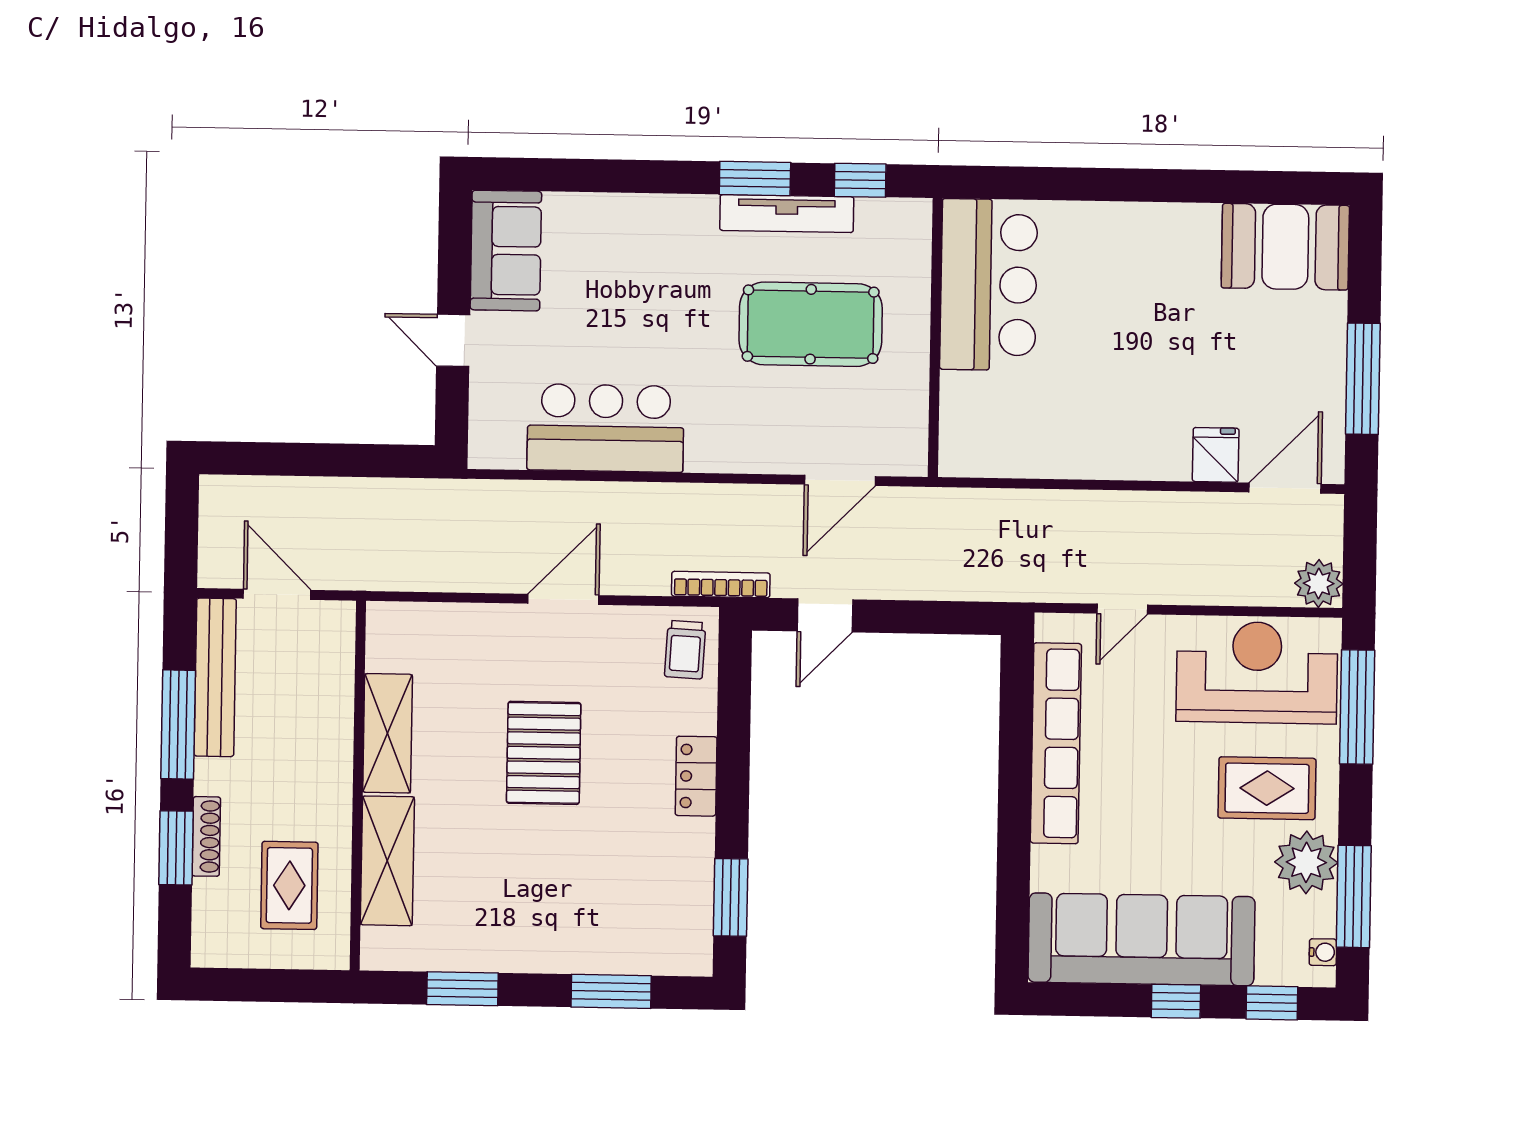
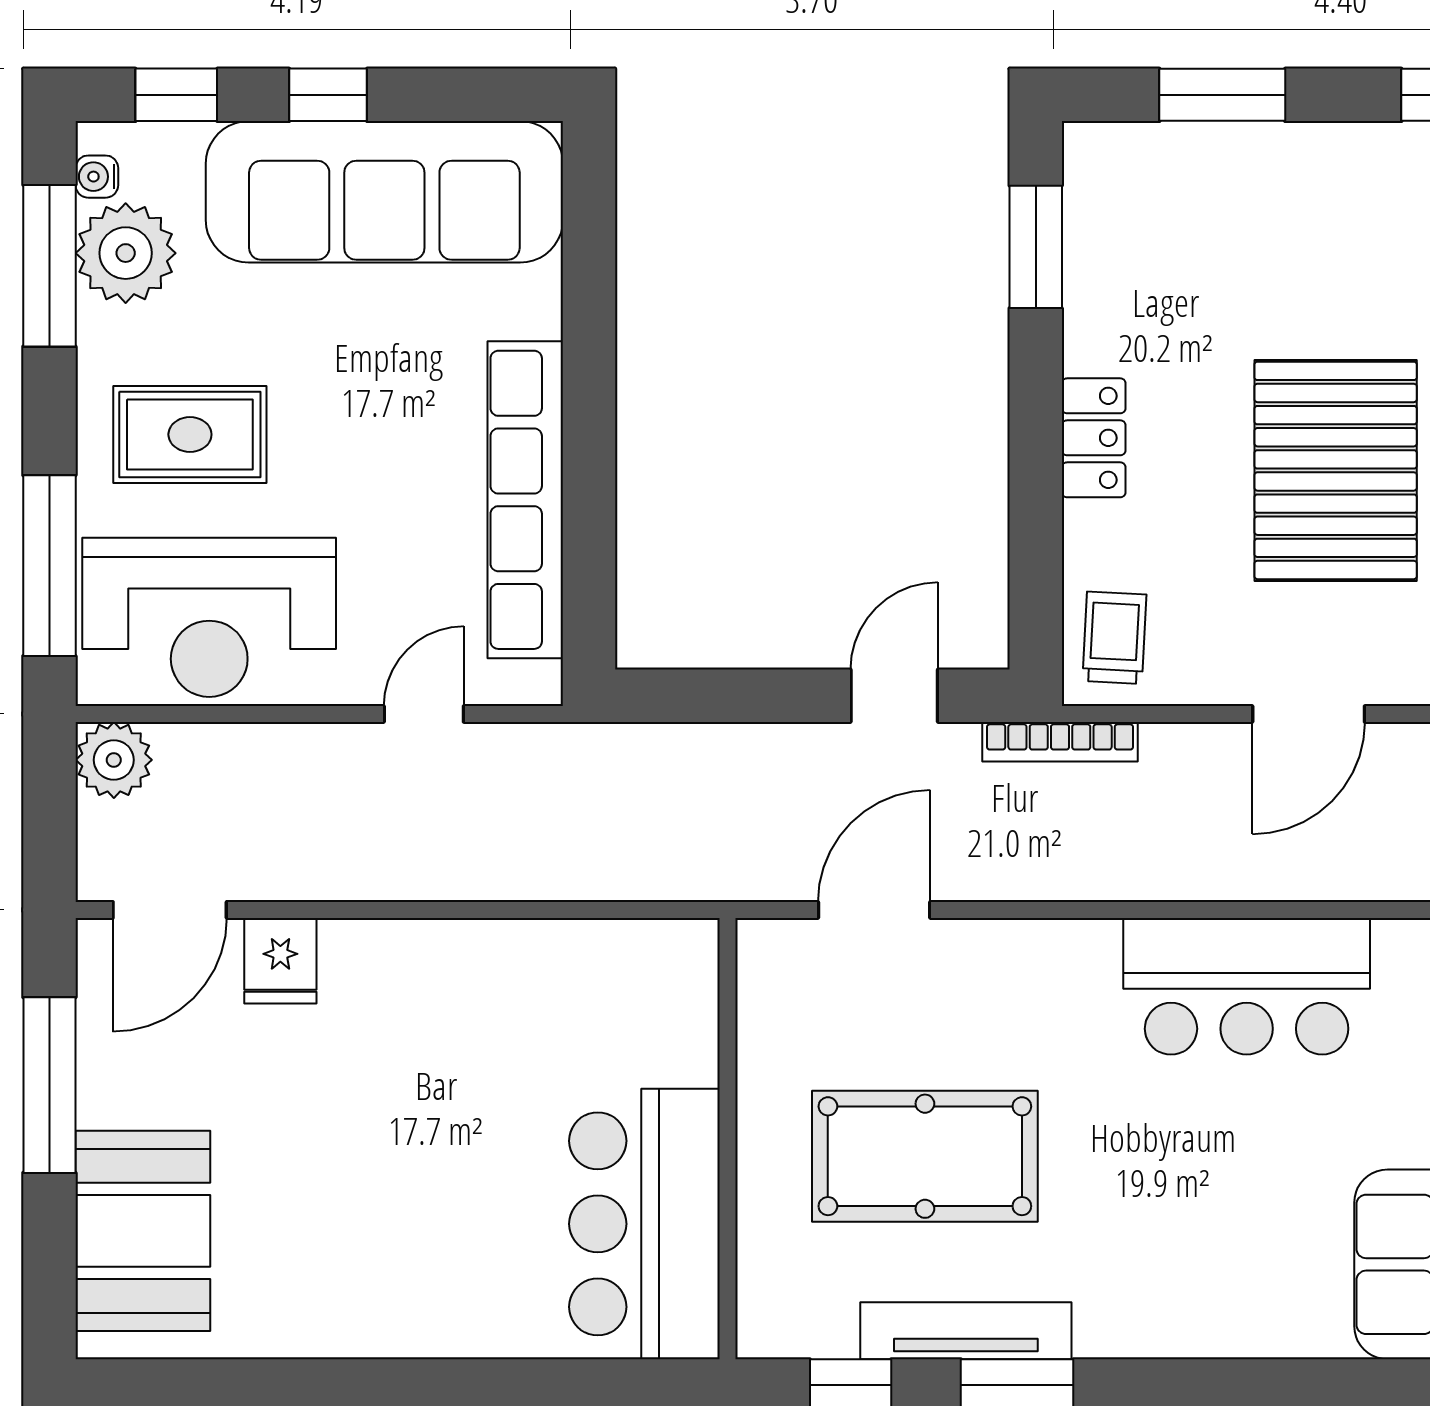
booth: (1285, 247) -> (143, 1231), moved, turned 90
pallet: (544, 753) -> (1336, 470), width x1.37, depth x1.41
plant: (1306, 862) -> (126, 253), moved

